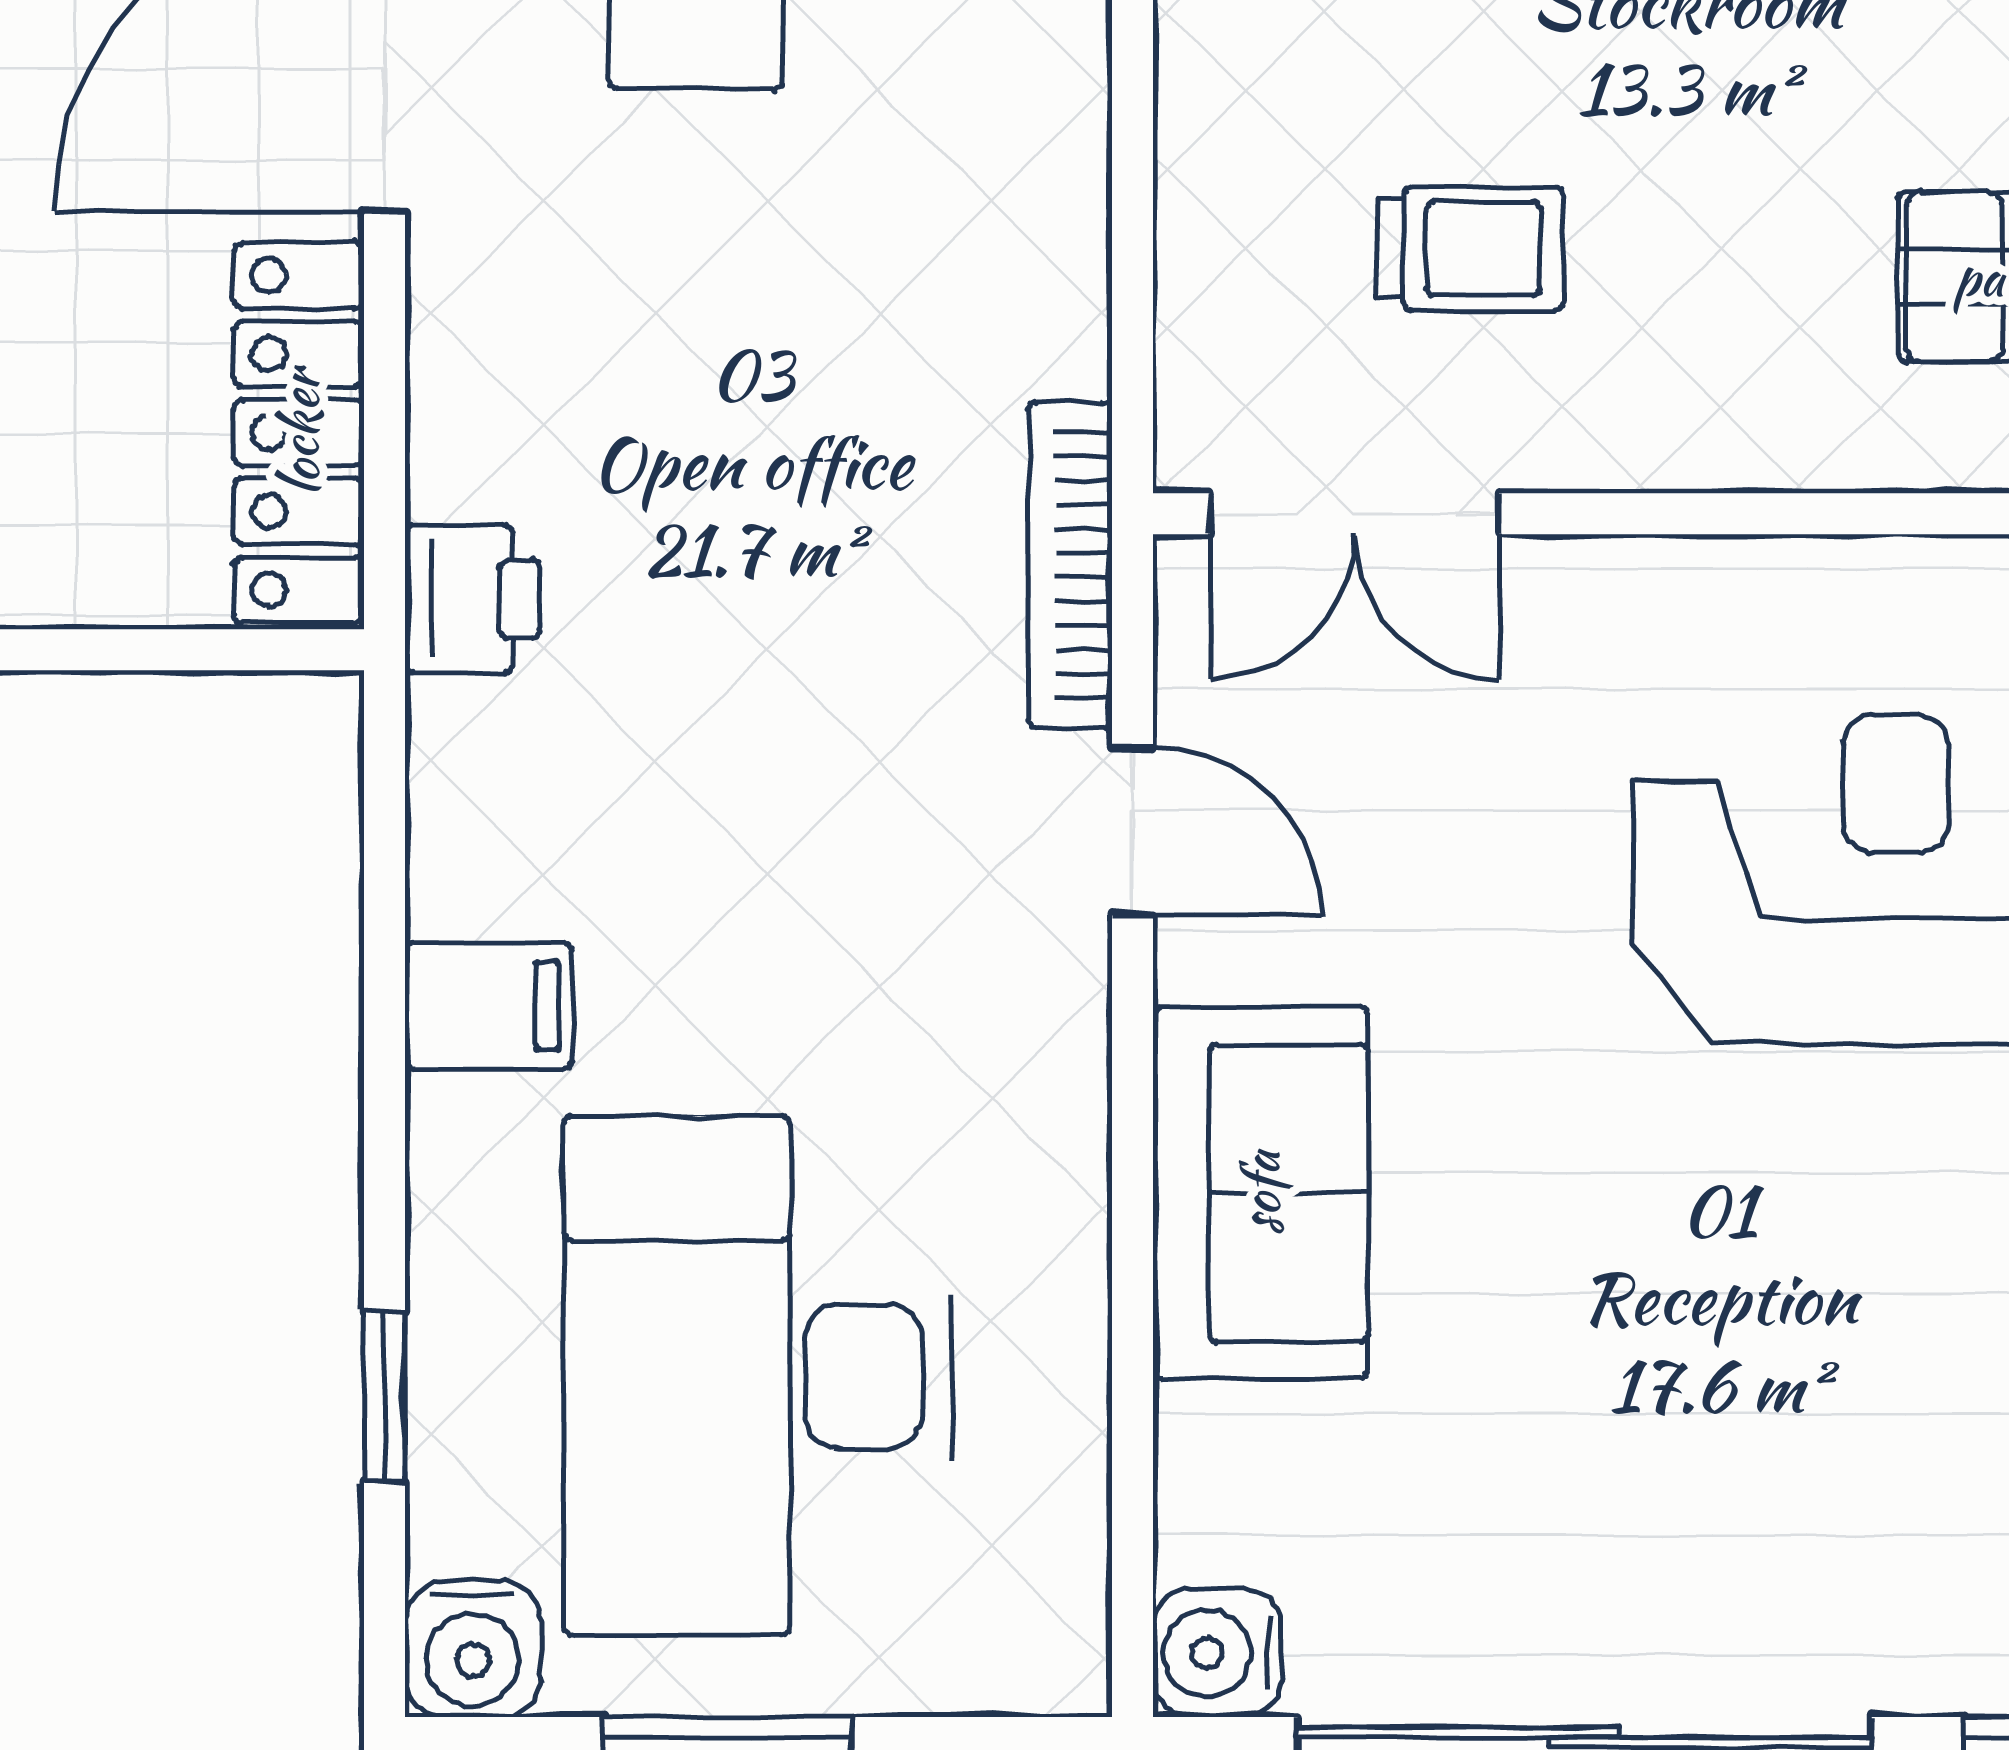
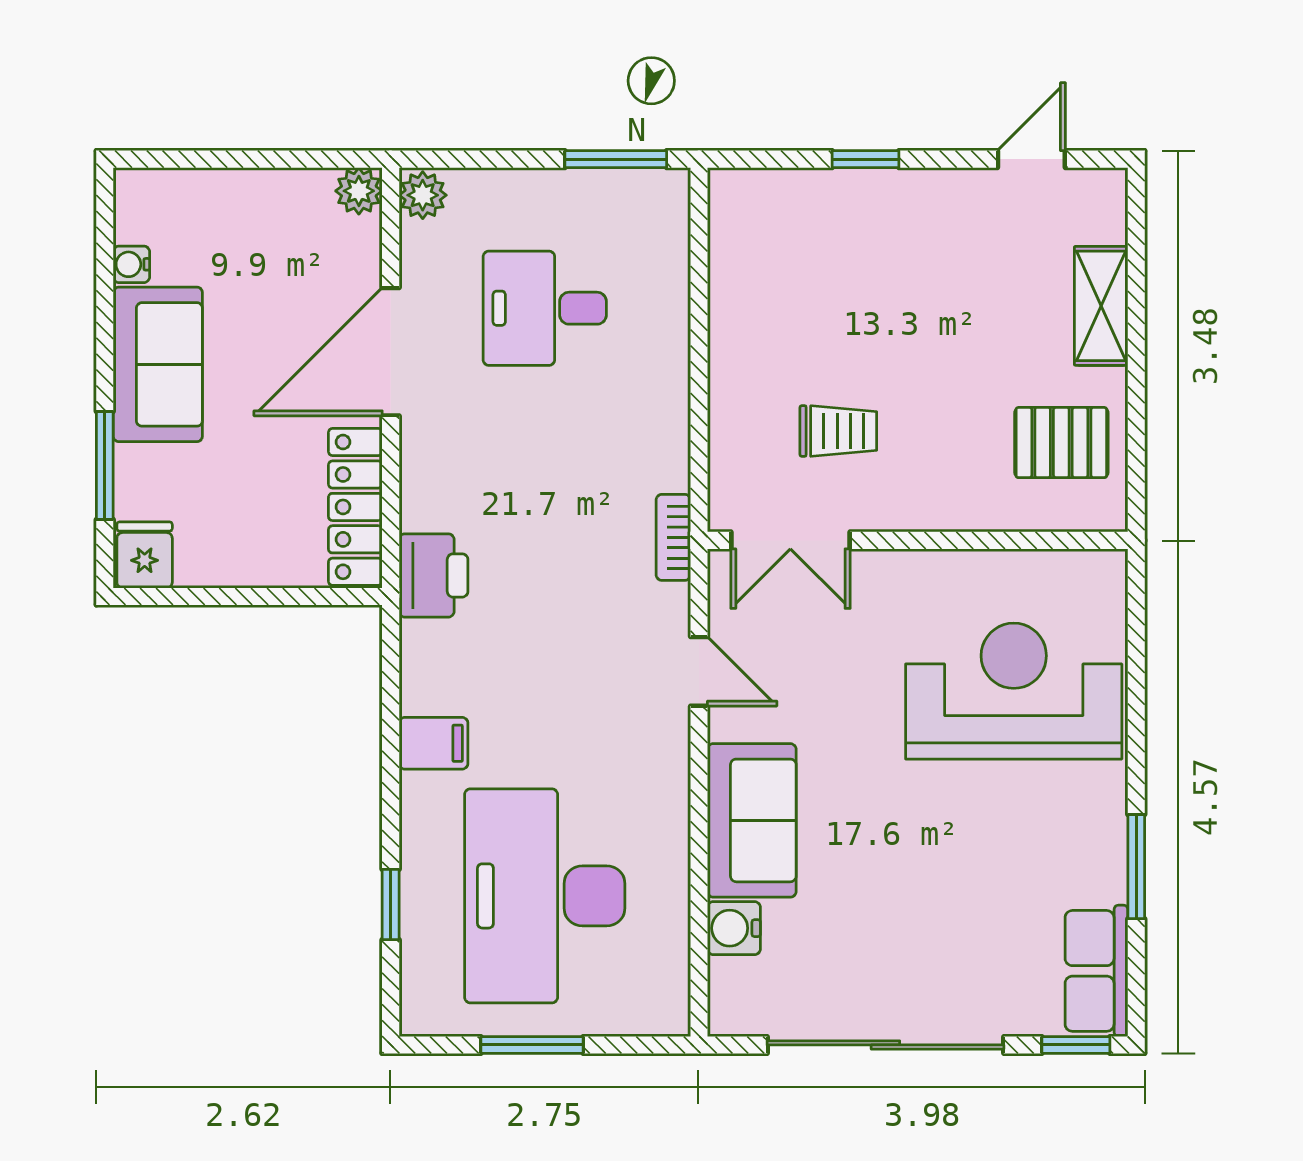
bookcase: (1070, 565) -> (673, 537), width x0.64
printer: (472, 599) -> (433, 575), width x1.36, depth x1.24
water cooler: (473, 1649) -> (427, 1009), removed
water cooler: (1217, 1653) -> (734, 928), moved

